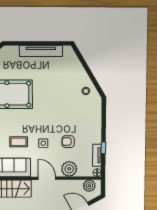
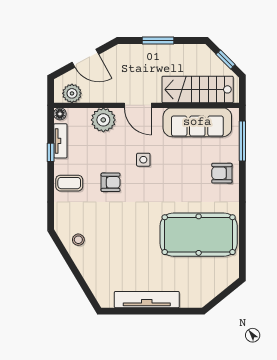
coffee table: (19, 142) -> (69, 183), moved
armchair: (68, 142) -> (111, 182), moved

